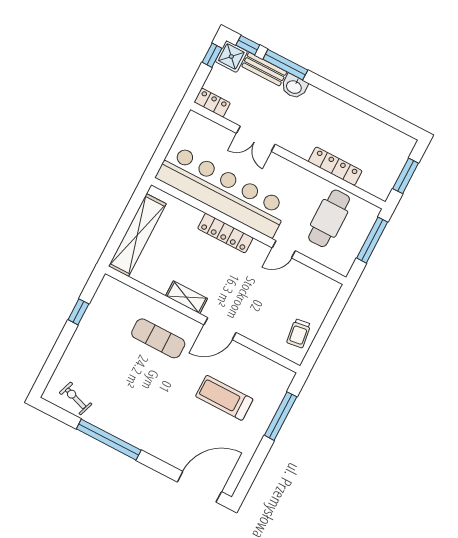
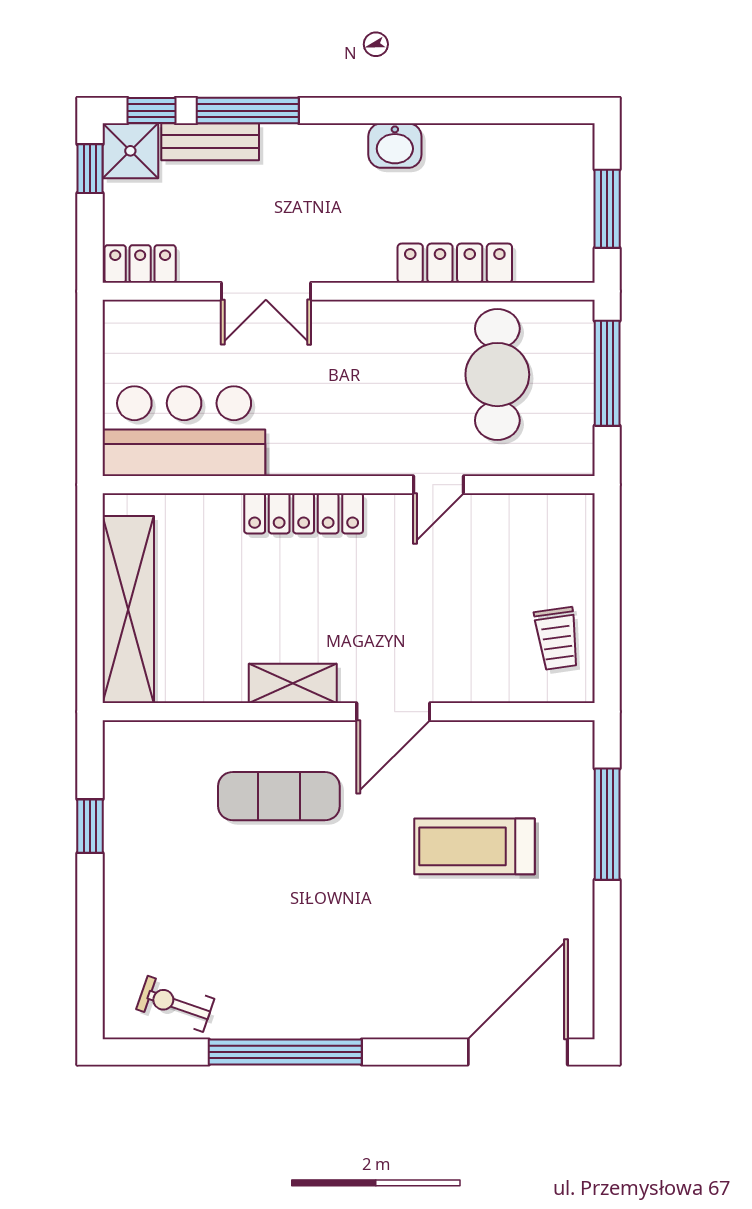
washbasin: (294, 87) -> (395, 146), moved
bar counter: (223, 191) -> (184, 431), width x0.54

